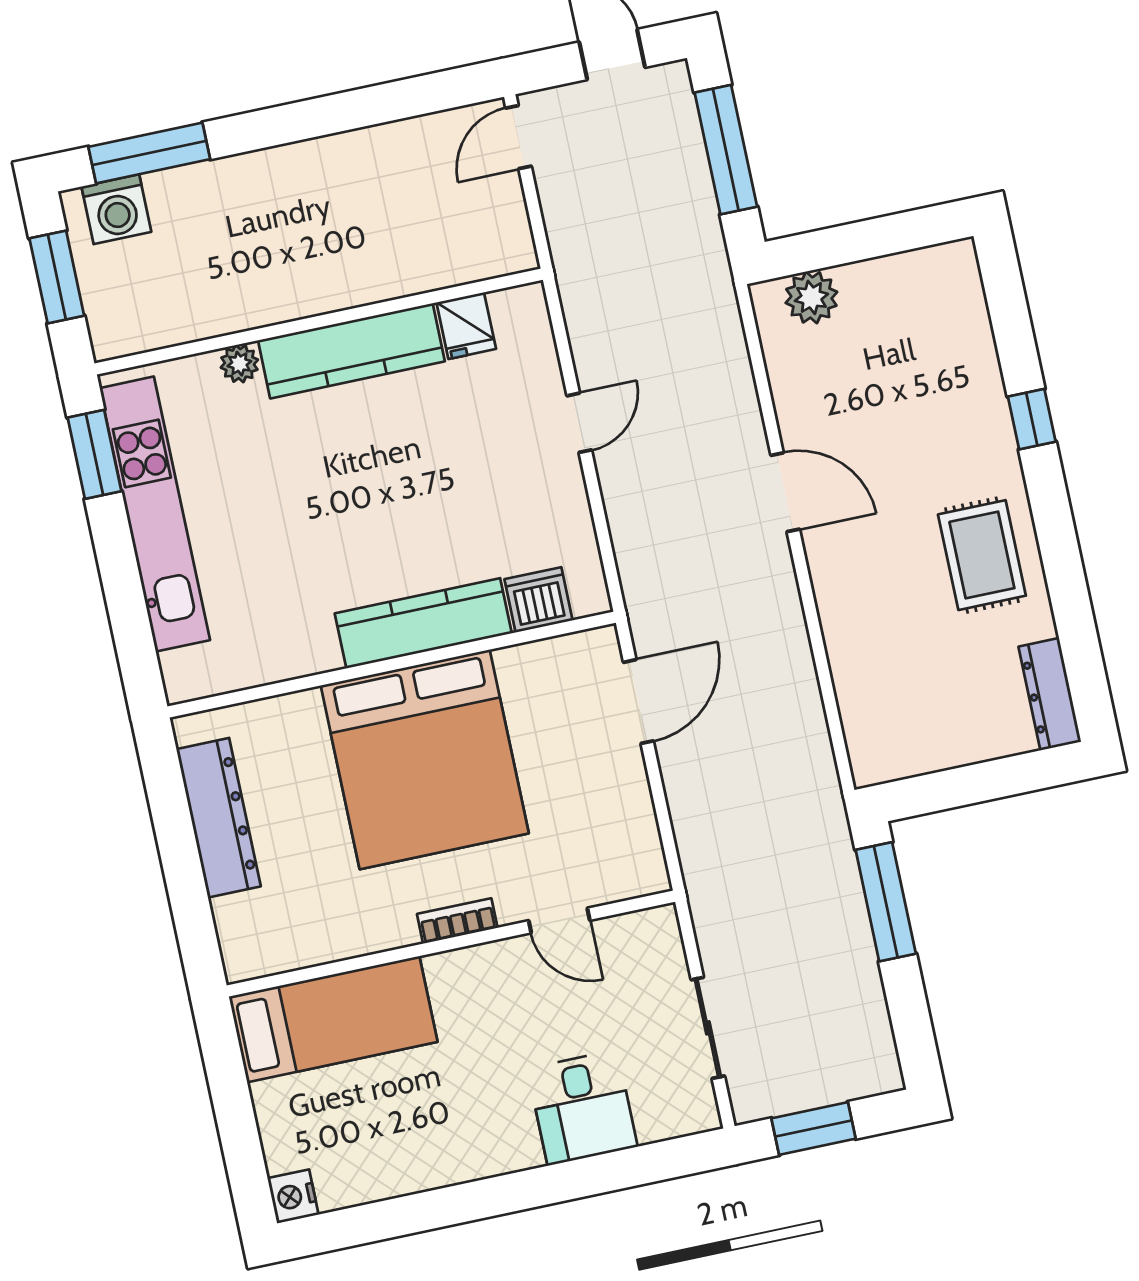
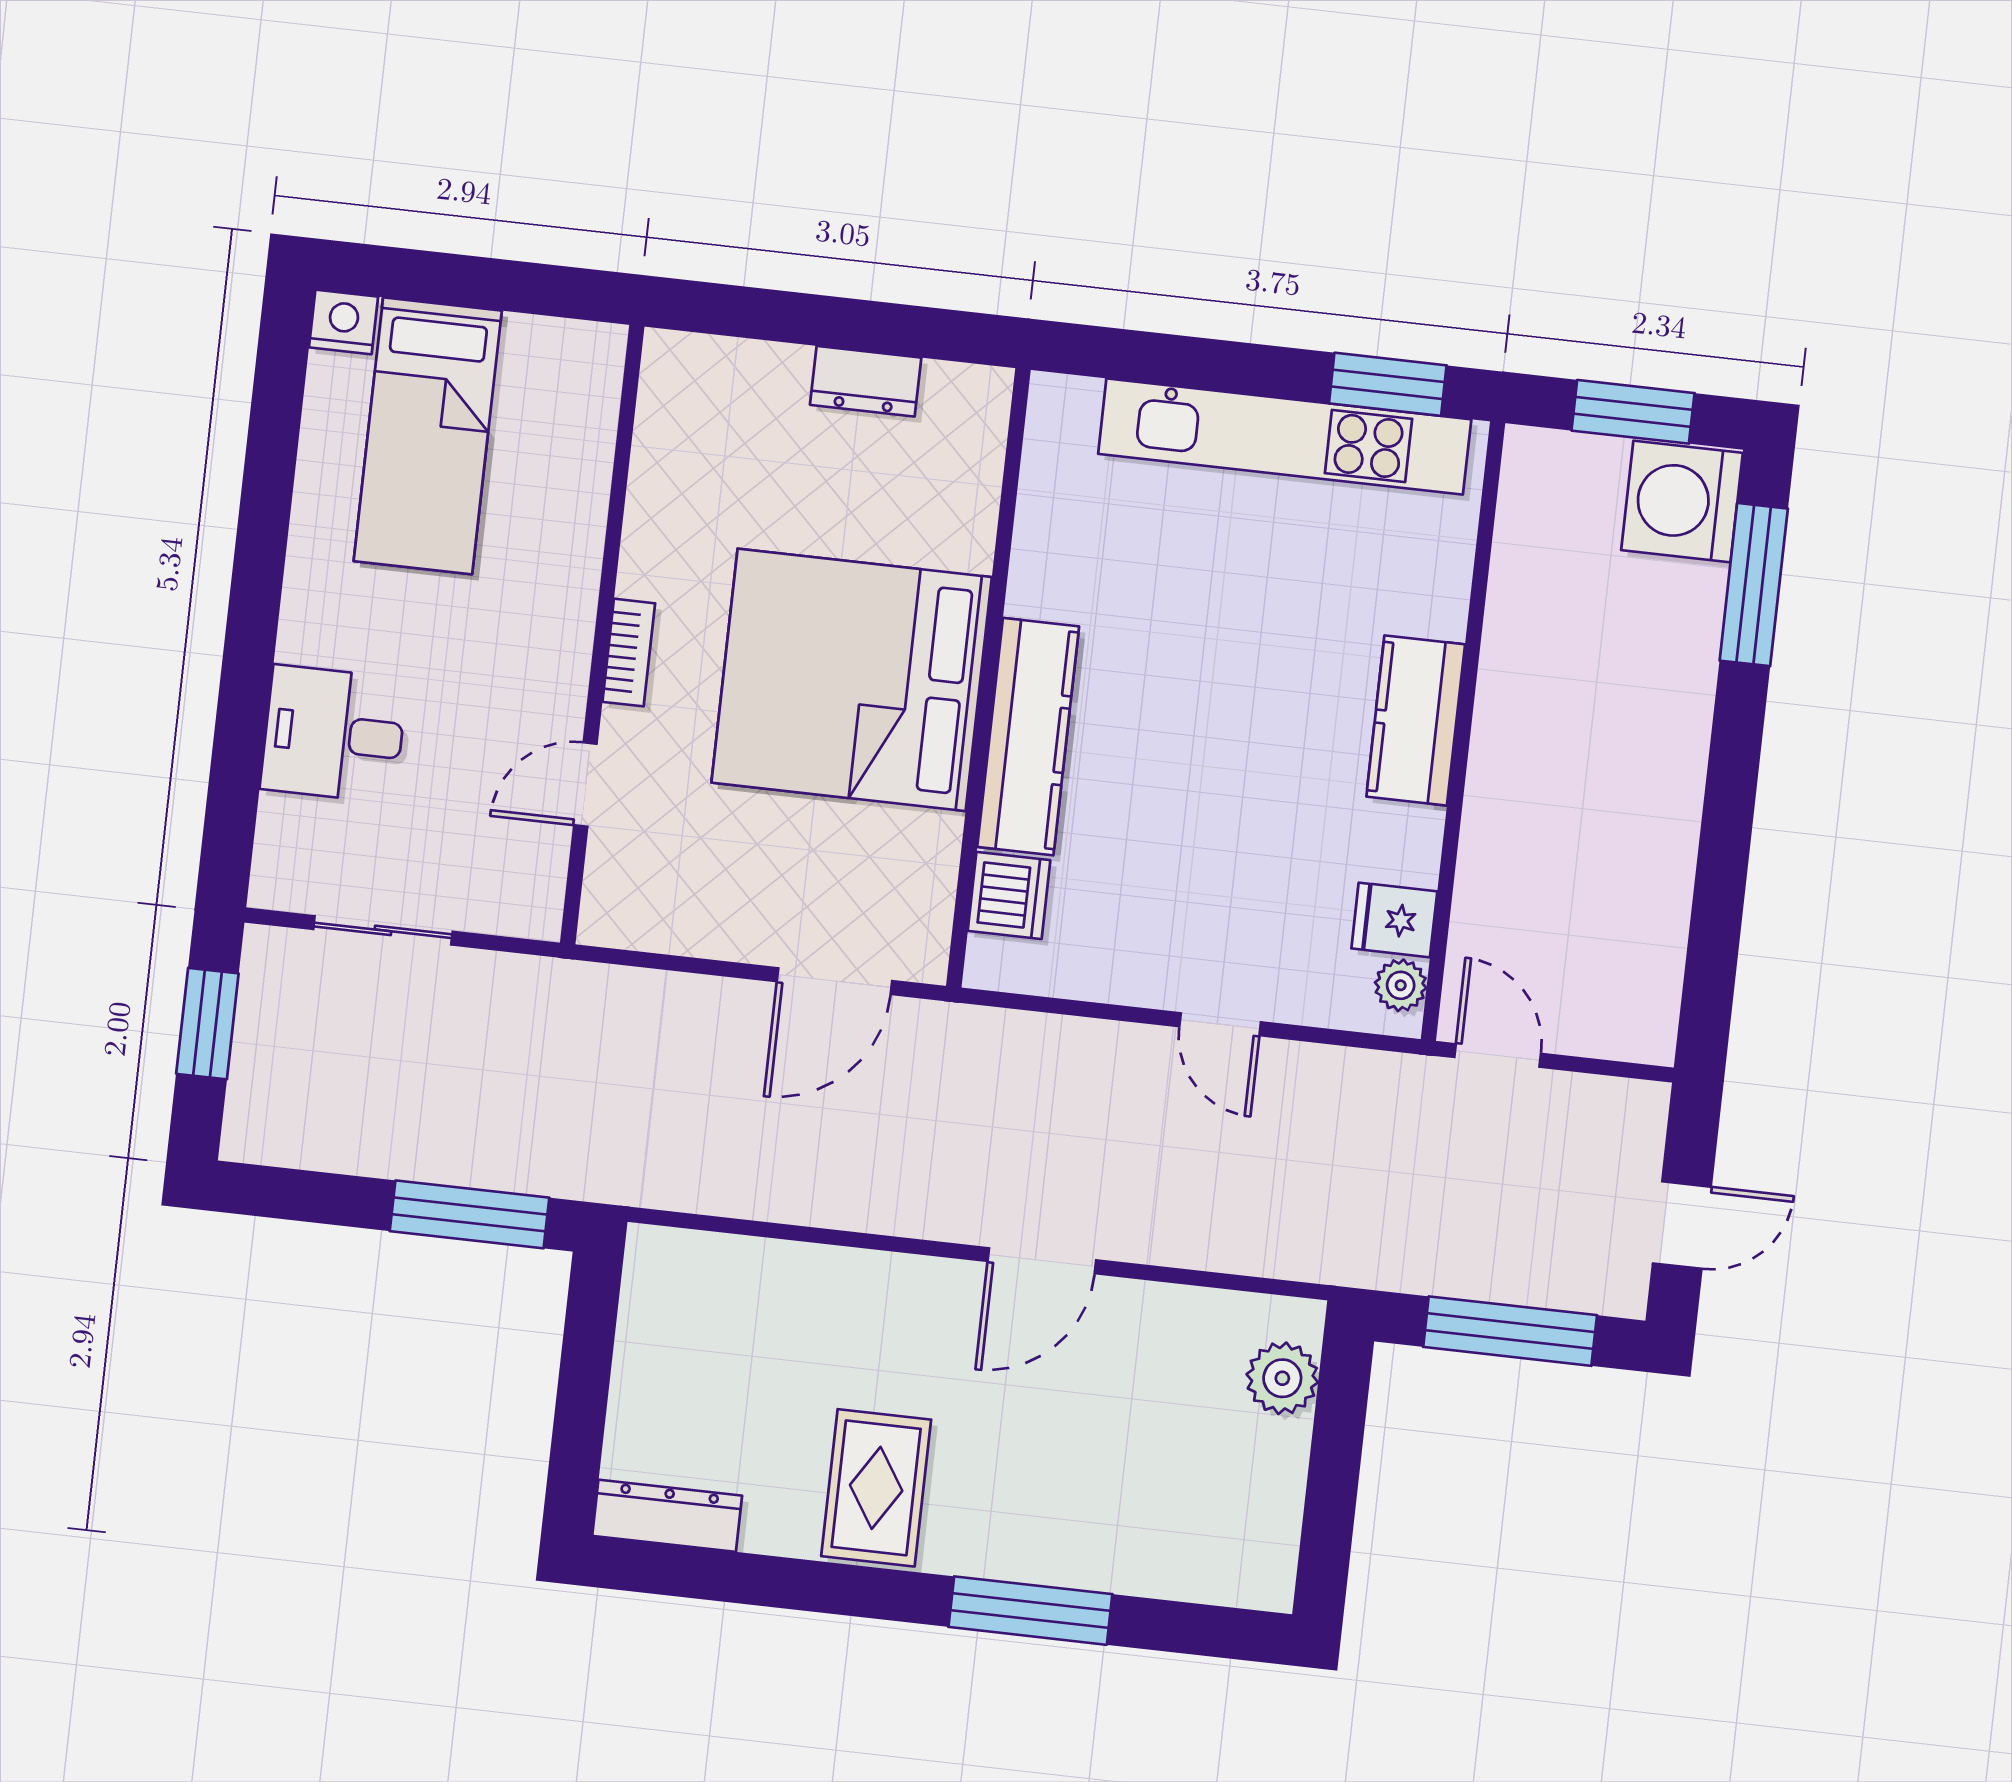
door: (519, 137) -> (1498, 1055), moved
washing machine: (116, 209) -> (1682, 501), width x1.37, depth x1.37
kitchen counter: (351, 351) -> (1416, 720), width x0.67
plant: (239, 364) -> (1401, 985), moved
window: (1032, 419) -> (1030, 1611), width x2.17
rug: (982, 555) -> (876, 1488), turned 90
door: (638, 702) -> (834, 981), hinge flipped
dresser: (219, 818) -> (866, 381), width x0.51, depth x0.80
bed: (333, 1019) -> (428, 436), moved

